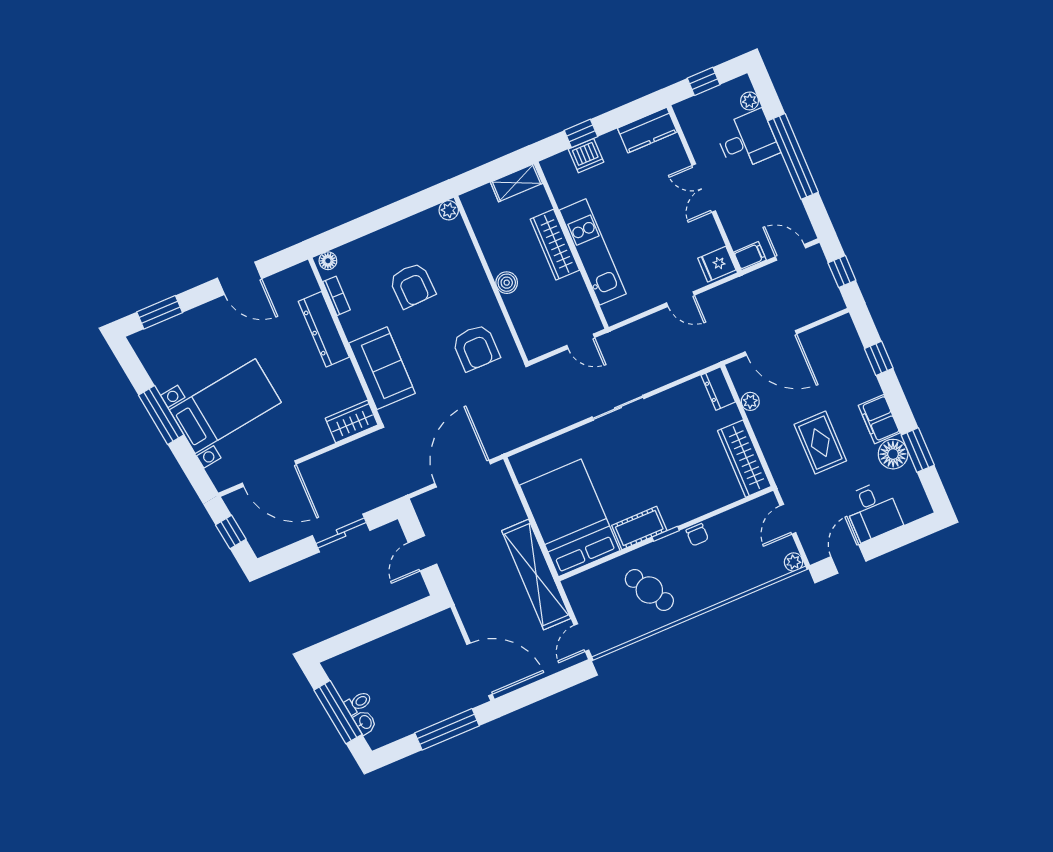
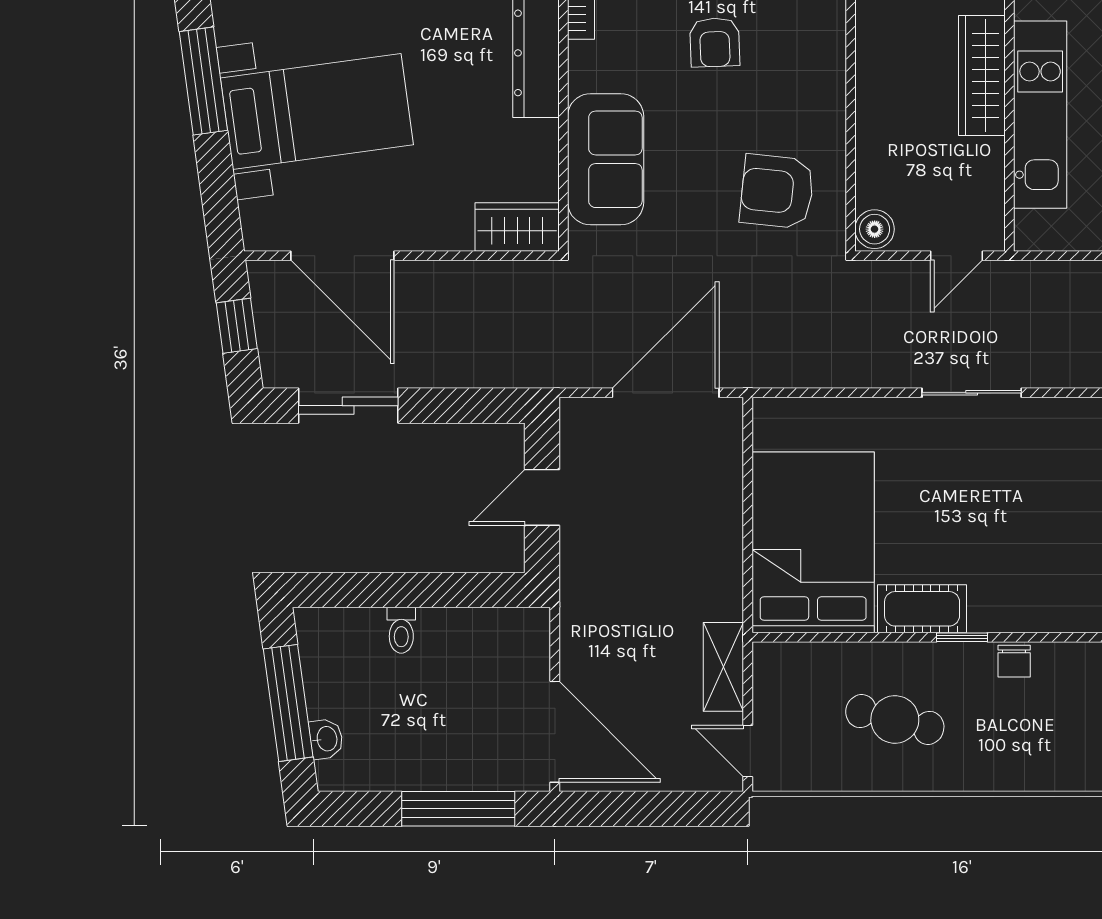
boiler: (507, 283) -> (875, 229), moved
armchair: (412, 285) -> (715, 42), width x0.72, depth x0.72
door: (581, 341) -> (956, 256), hinge flipped
armchair: (476, 348) -> (777, 191), turned 96
sliding door: (341, 533) -> (348, 406), moved
shelving: (536, 575) -> (723, 667), width x0.45, depth x0.75
cafe table: (649, 590) -> (895, 719), turned -46
door: (581, 638) -> (748, 751), hinge flipped
toilet: (358, 703) -> (401, 630), moved, turned 98

